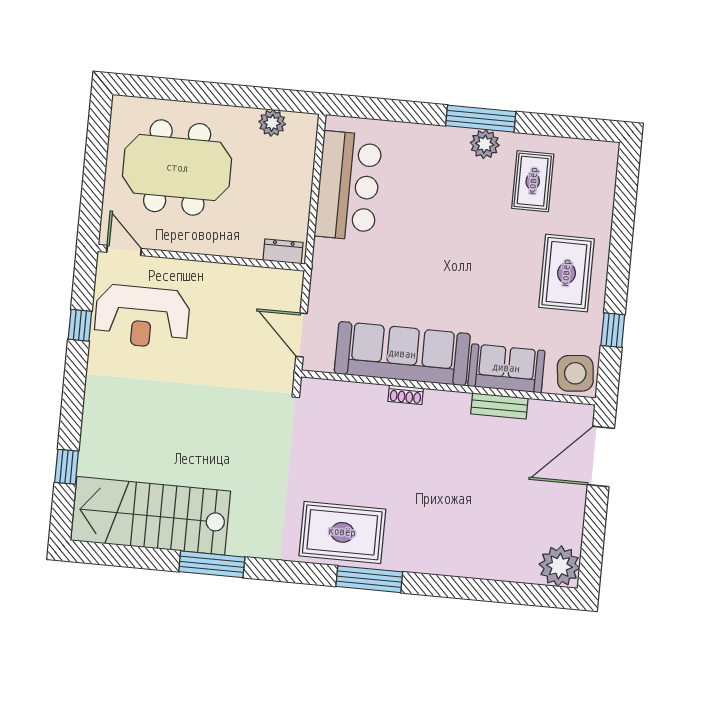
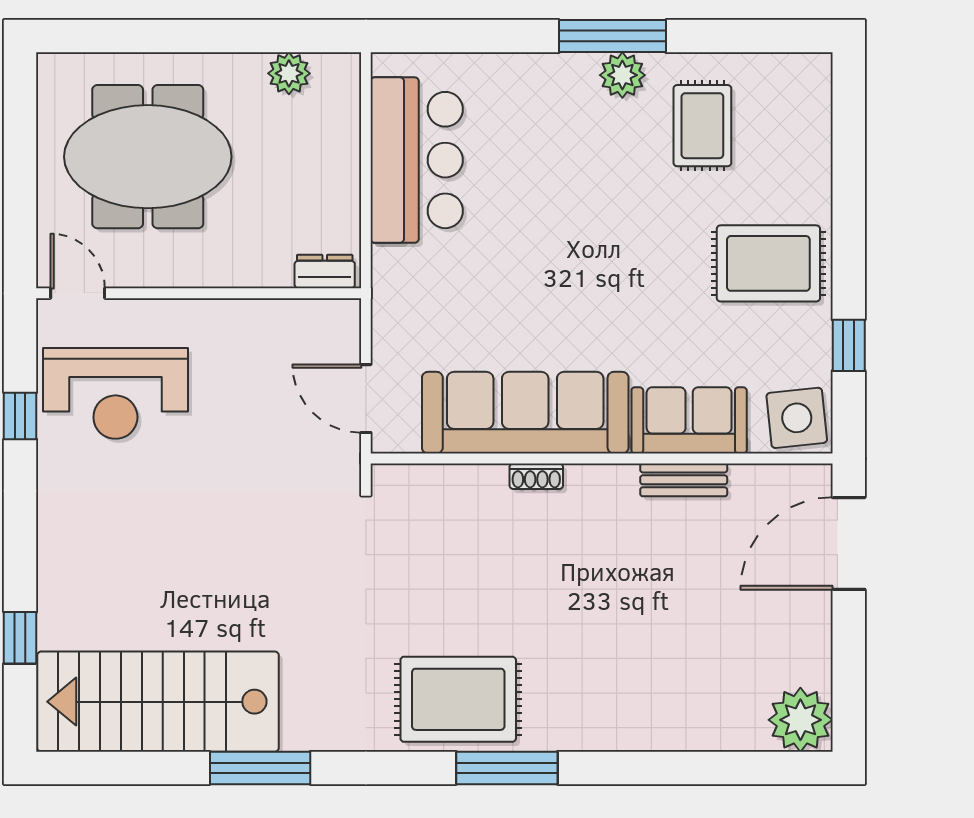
rug: (566, 273) -> (768, 263), turned 90

